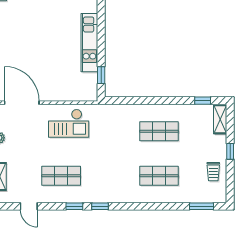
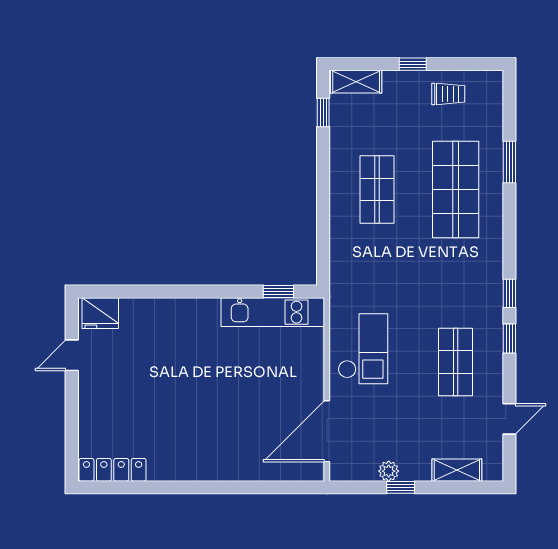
kitchen unit: (89, 43) -> (273, 312), moved
shop shelf: (159, 176) -> (456, 189), width x1.43, depth x1.36
window: (201, 206) -> (509, 162), moved

